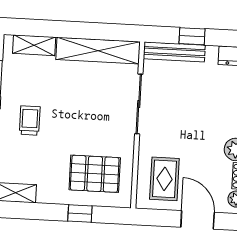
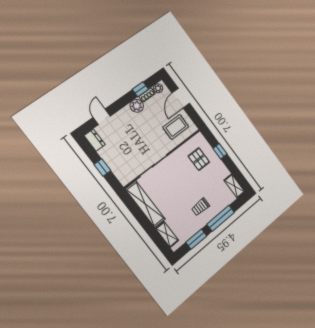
bench: (174, 52) -> (117, 170), removed
pallet: (95, 174) -> (199, 159), width x0.67, depth x0.71

